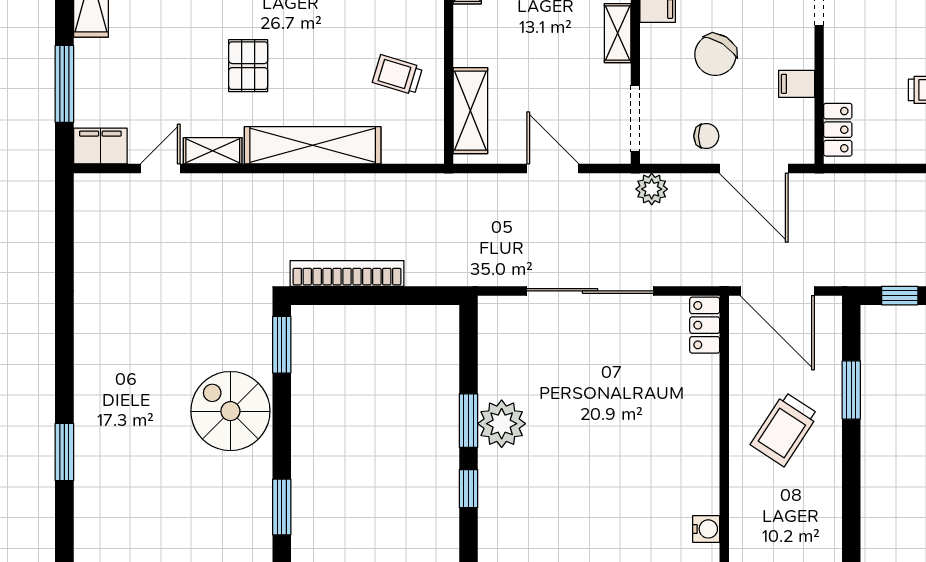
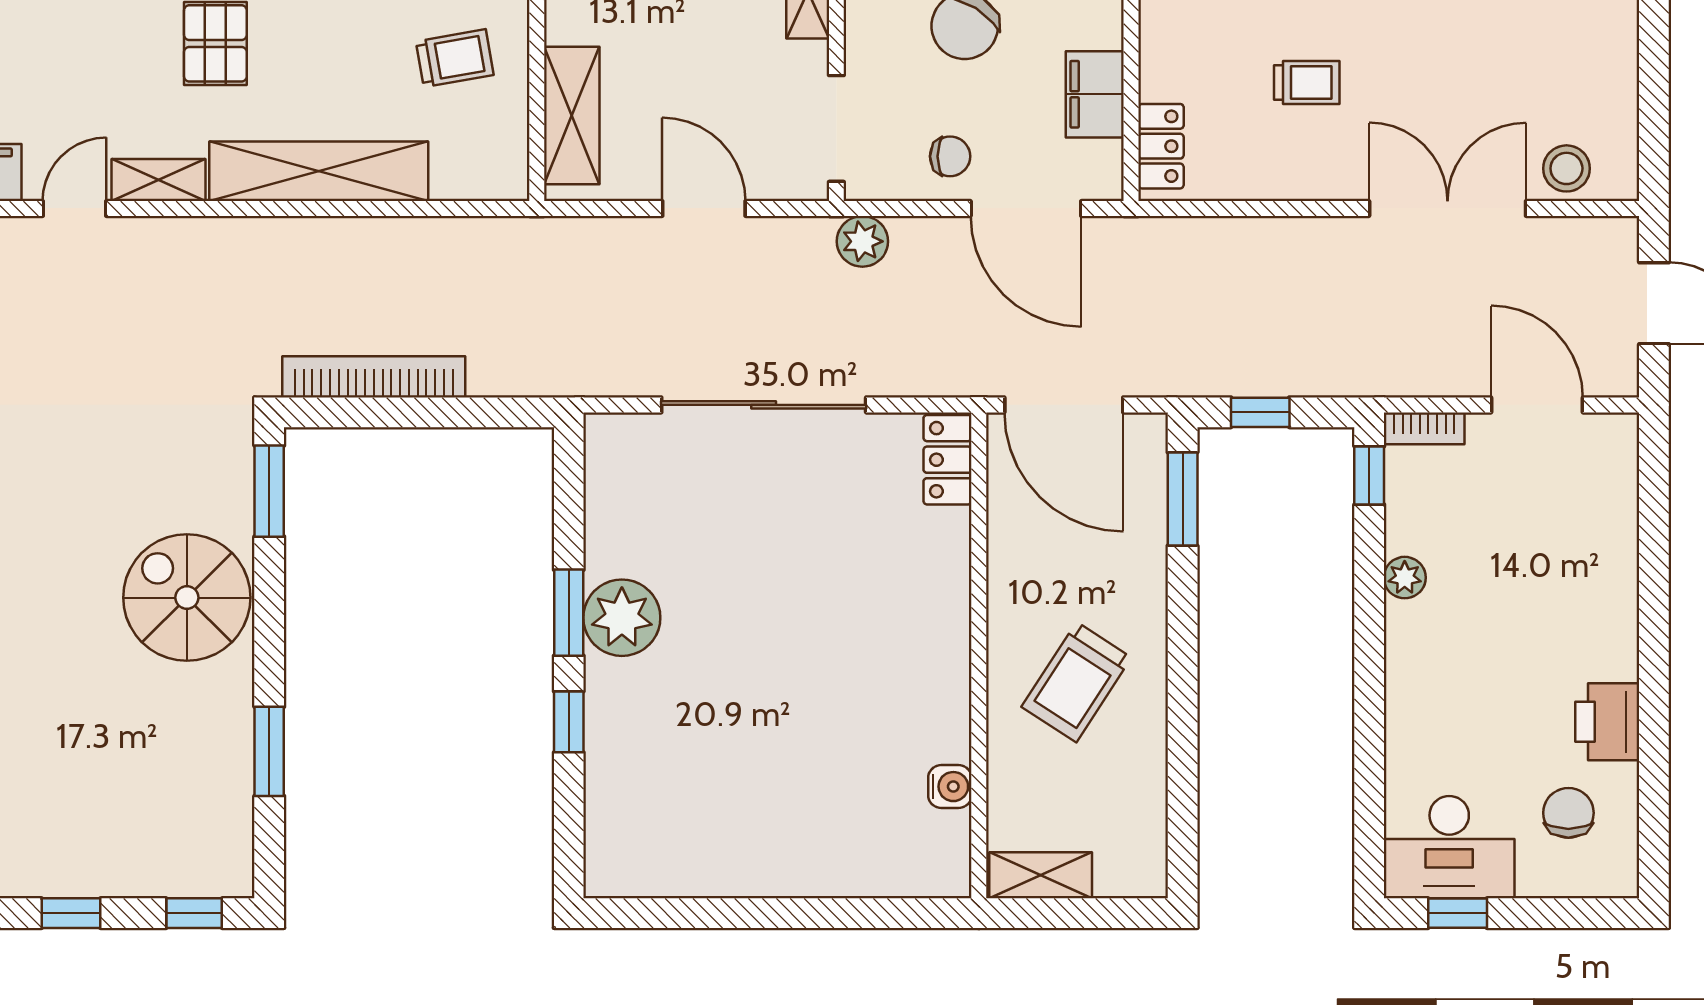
trolley: (397, 75) -> (455, 58), turned 153
filing cabinet: (797, 84) -> (1095, 94), width x2.00
window: (851, 390) -> (1183, 499), moved
trolley: (784, 429) -> (1076, 682), moved

